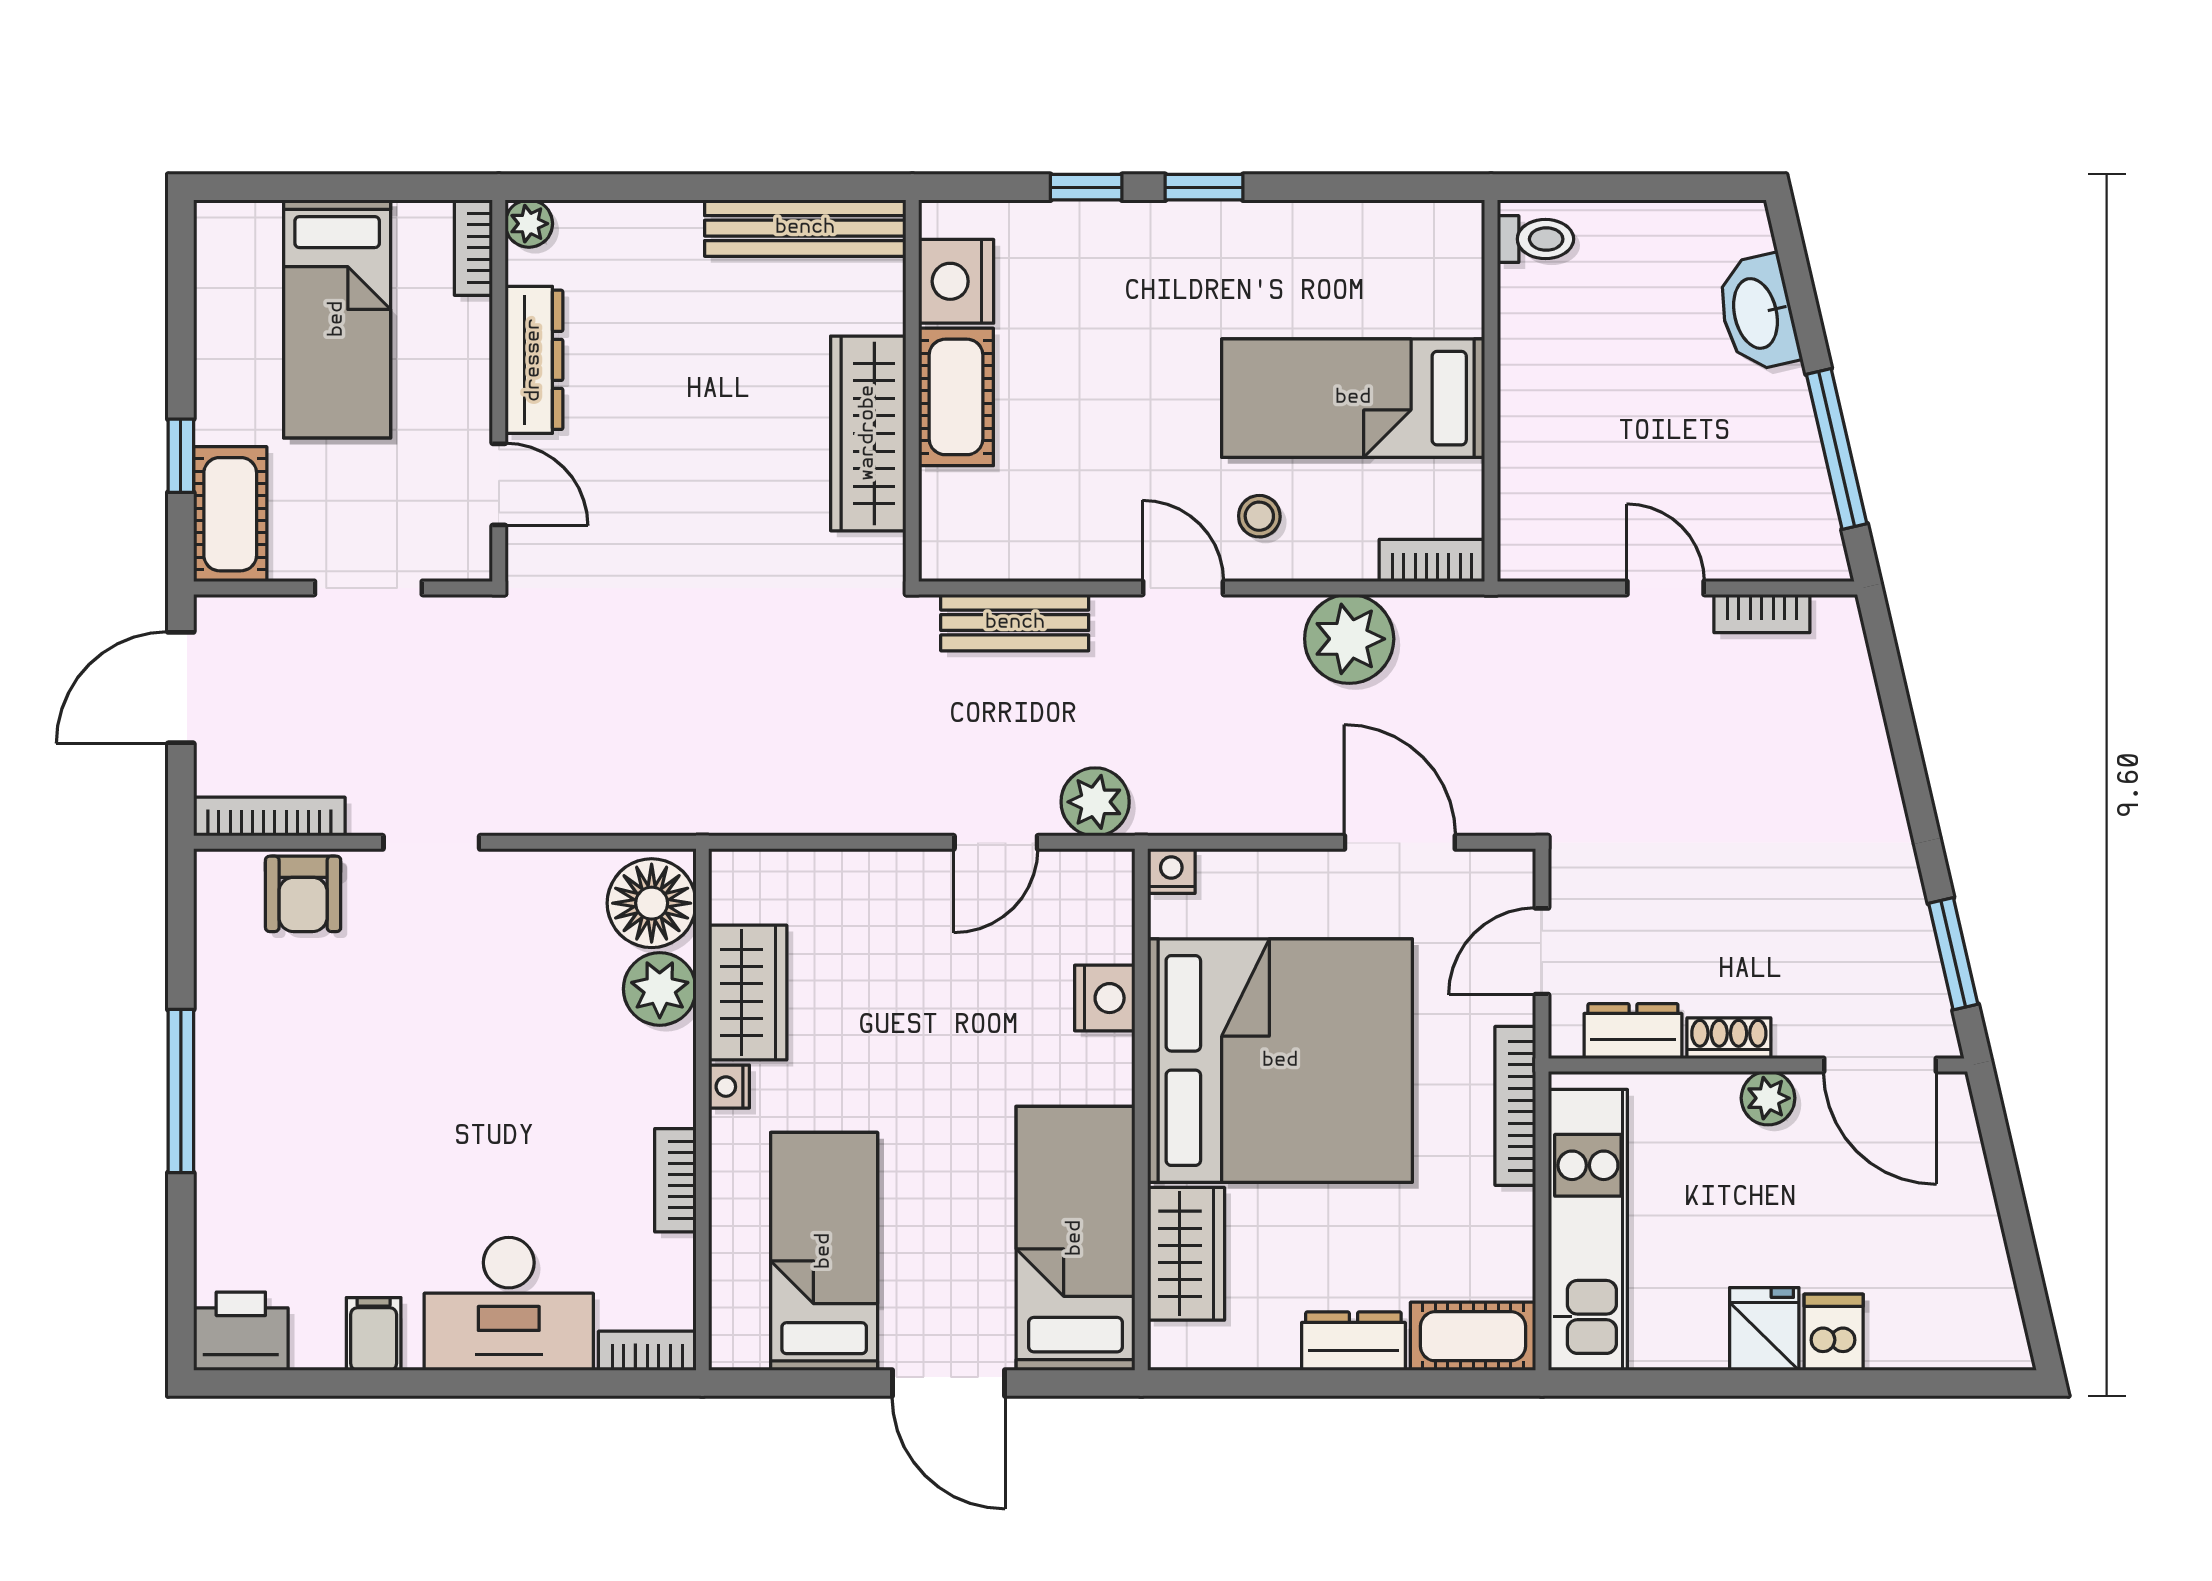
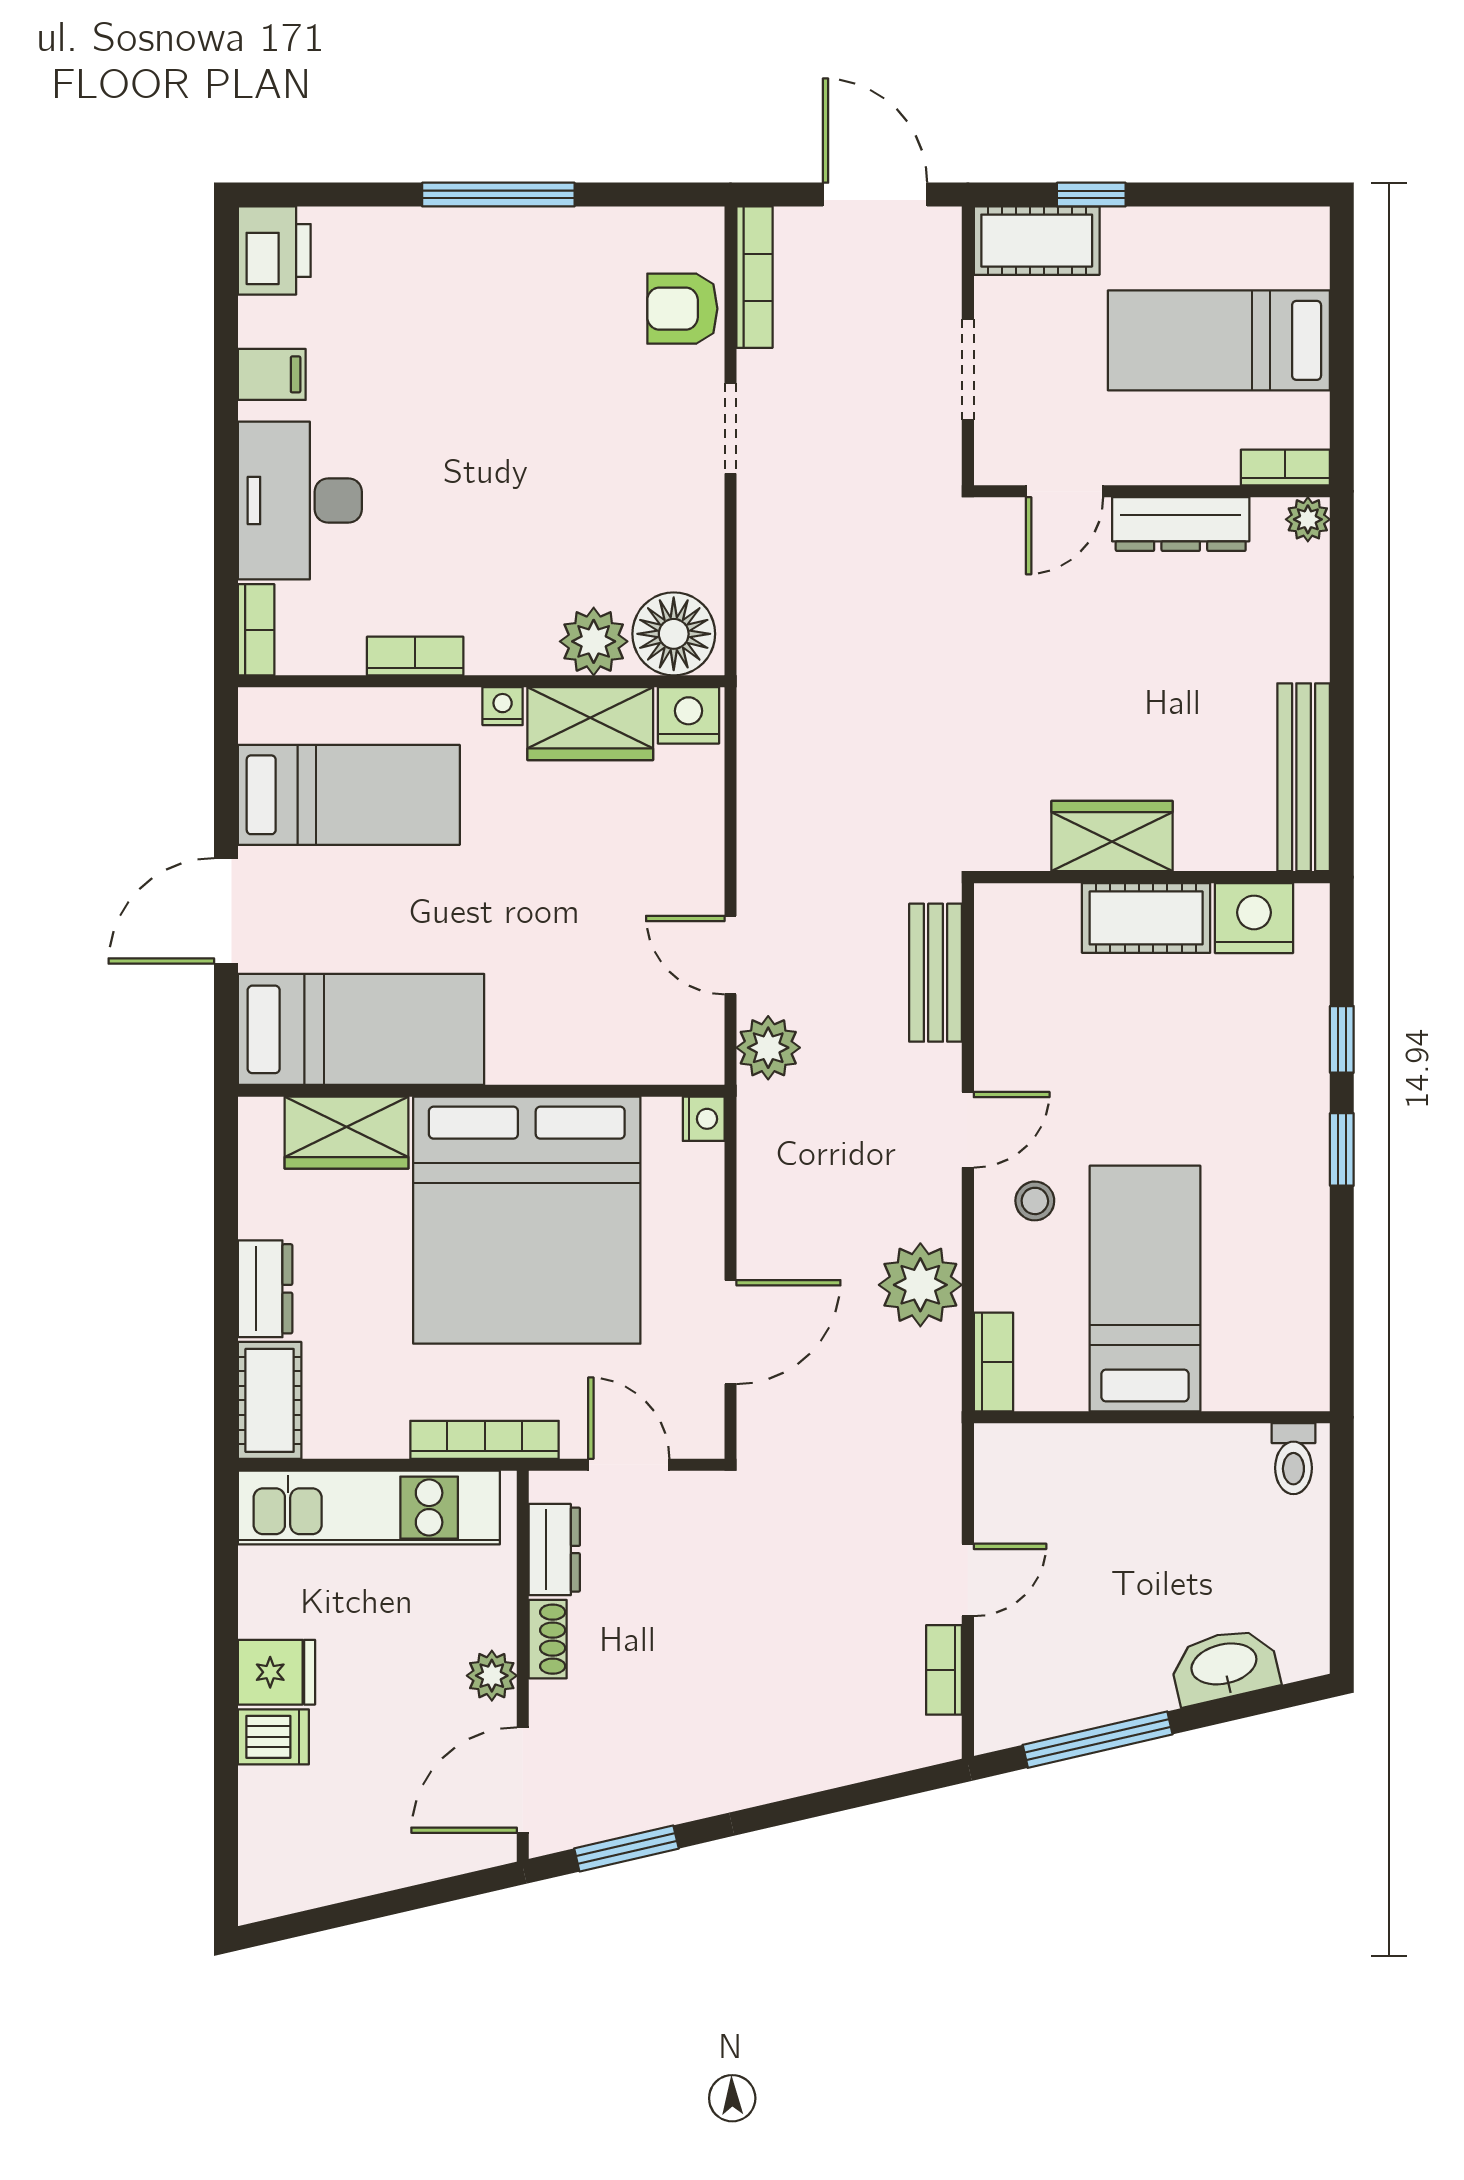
wardrobe: (868, 433) -> (1112, 836), width x0.67
nightstand: (1105, 998) -> (688, 715), moved, turned 180

